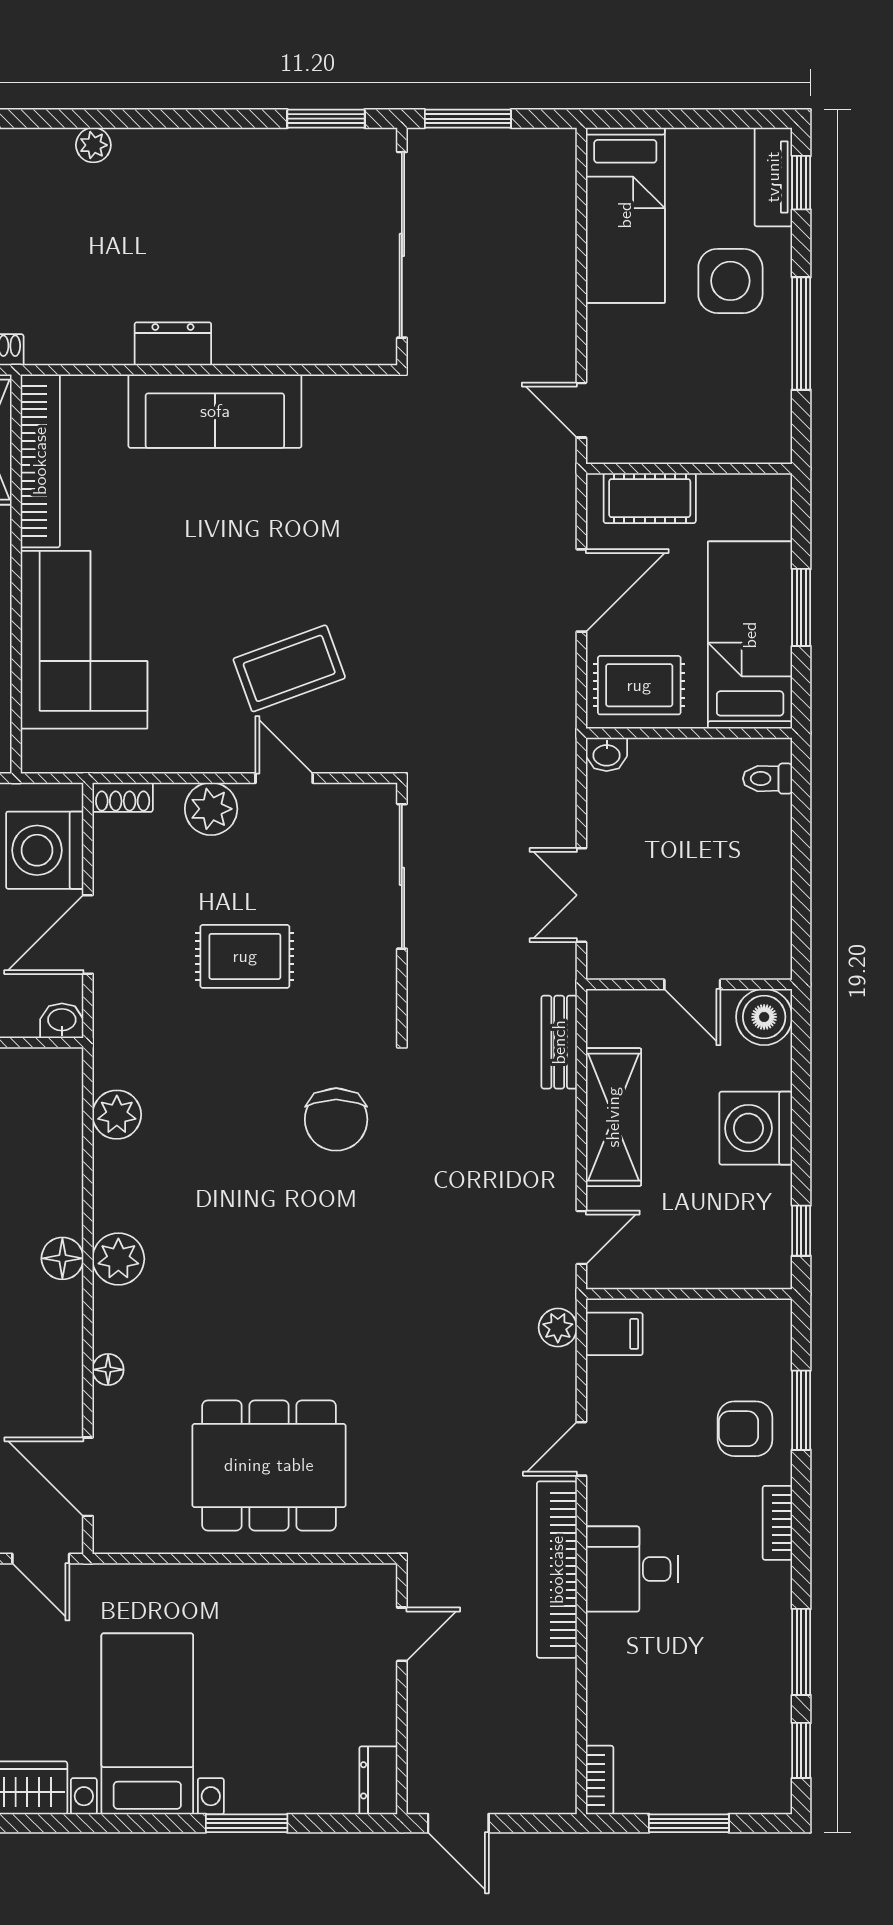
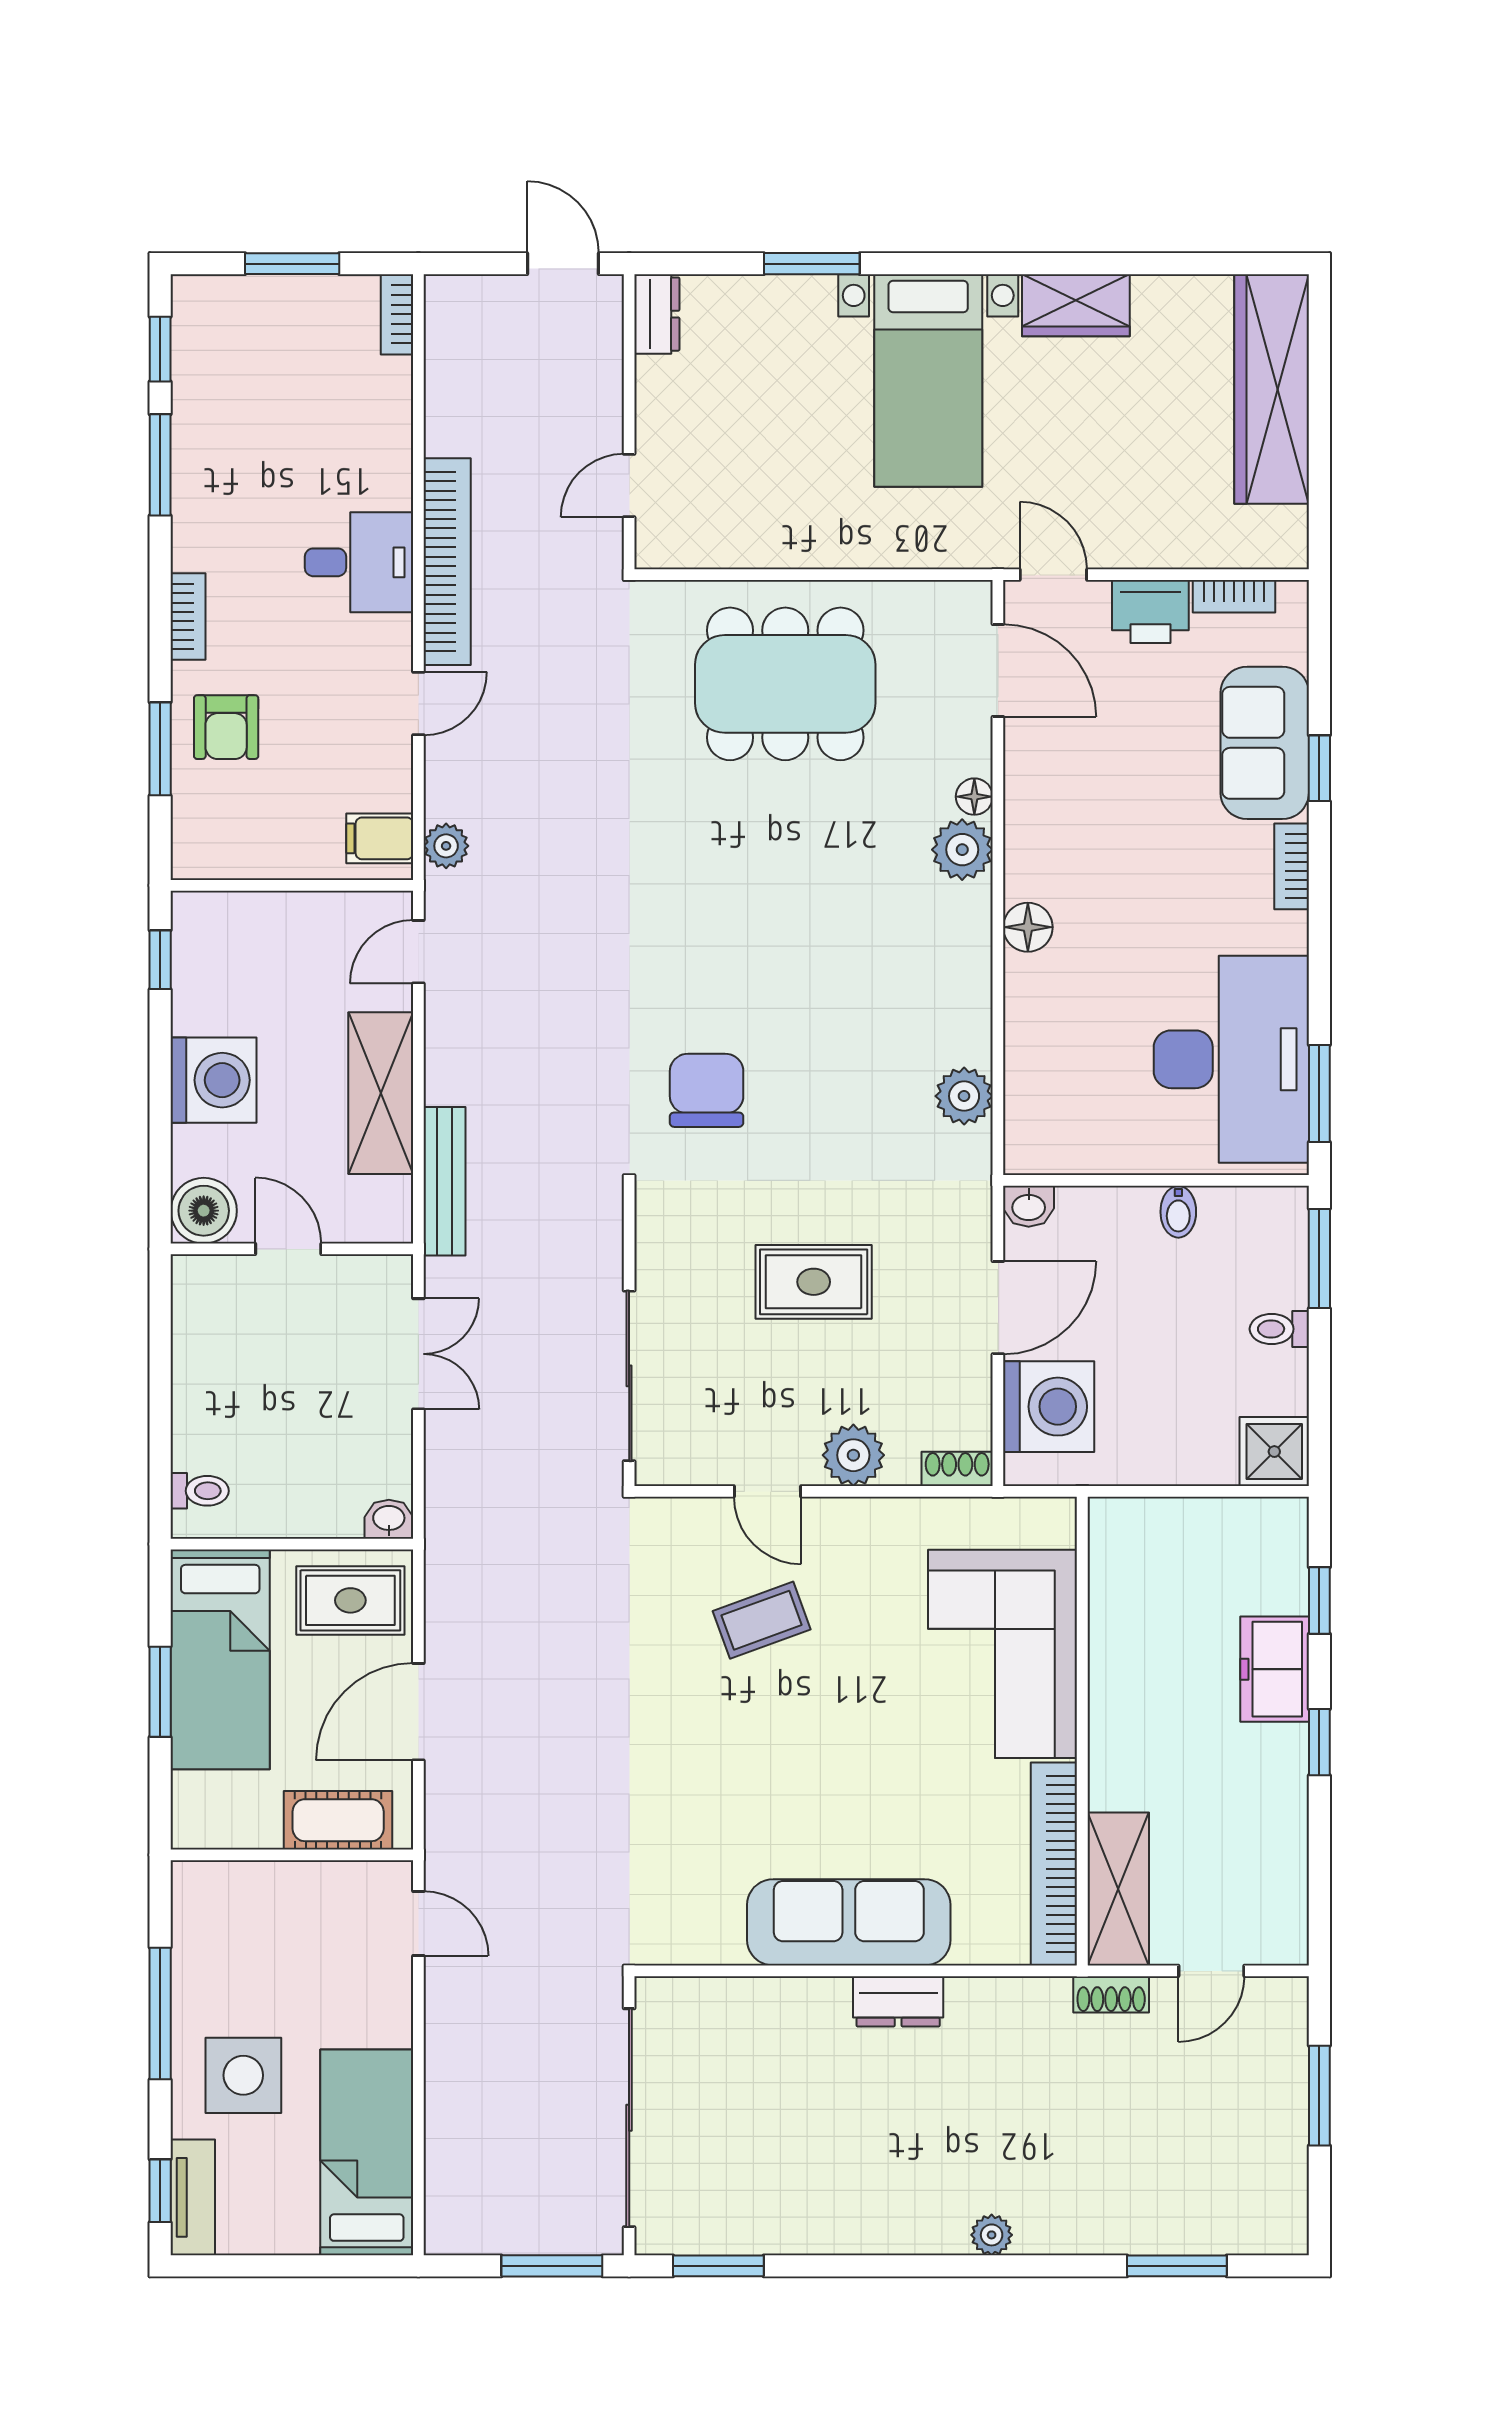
coffee table: (289, 668) -> (762, 1620), width x0.73, depth x0.77
bench: (559, 1042) -> (444, 1181), width x1.36
plant: (118, 1259) -> (962, 850), moved
armchair: (745, 1429) -> (226, 727), turned 90

